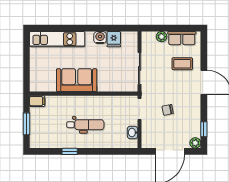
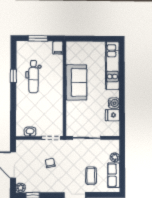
dental chair: (85, 125) -> (33, 76), moved

